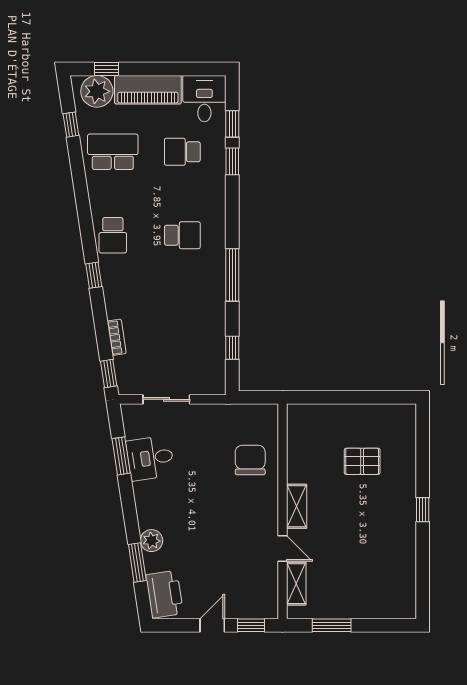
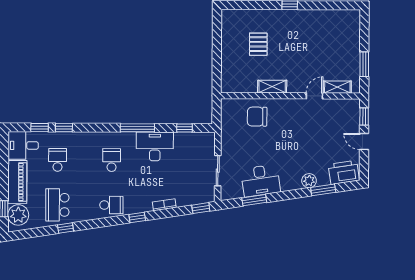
window: (71, 125) -> (65, 228), moved
school desk: (182, 152) -> (58, 160), turned 180
desk: (204, 302) -> (155, 146), added
bookcase: (117, 337) -> (164, 205), moved
desk: (150, 458) -> (261, 181), width x1.37
shelving: (297, 506) -> (272, 87), moved

